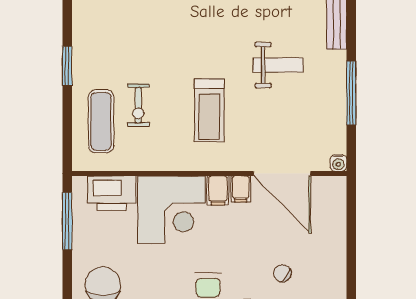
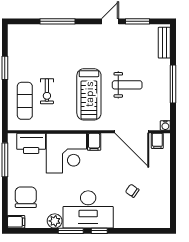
weight bench: (278, 65) -> (127, 85), moved
treadmill: (209, 110) -> (89, 94), width x1.37, depth x1.38
filing cabinet: (241, 189) -> (157, 141), moved

